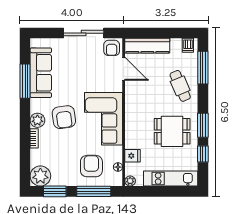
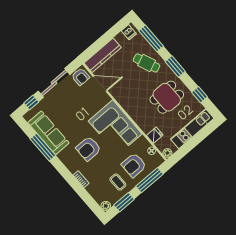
window: (49, 33) -> (31, 103), added
armchair: (64, 117) -> (88, 149), turned 98
plant: (37, 120) -> (73, 166), removed
window: (203, 125) -> (175, 67), moved
armchair: (91, 166) -> (134, 165), turned -90
coffee table: (64, 169) -> (118, 182), added
plant: (40, 176) -> (106, 206), width x0.53, depth x0.53

